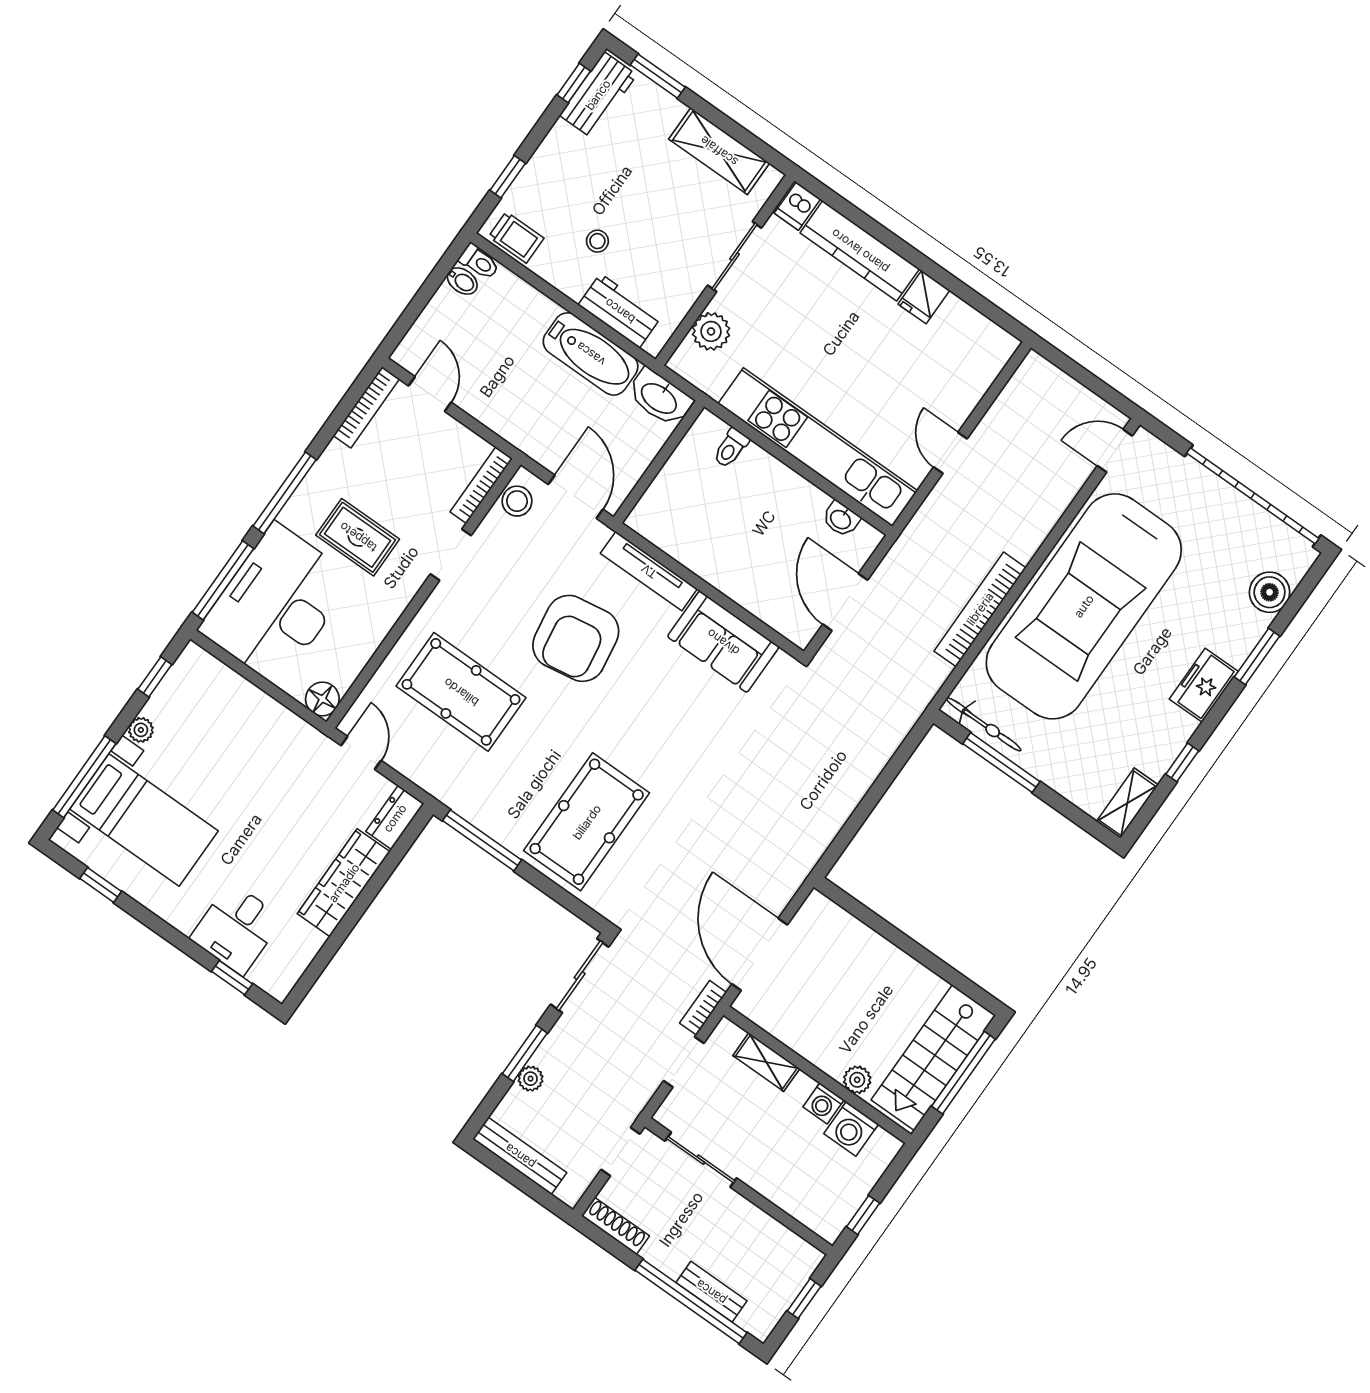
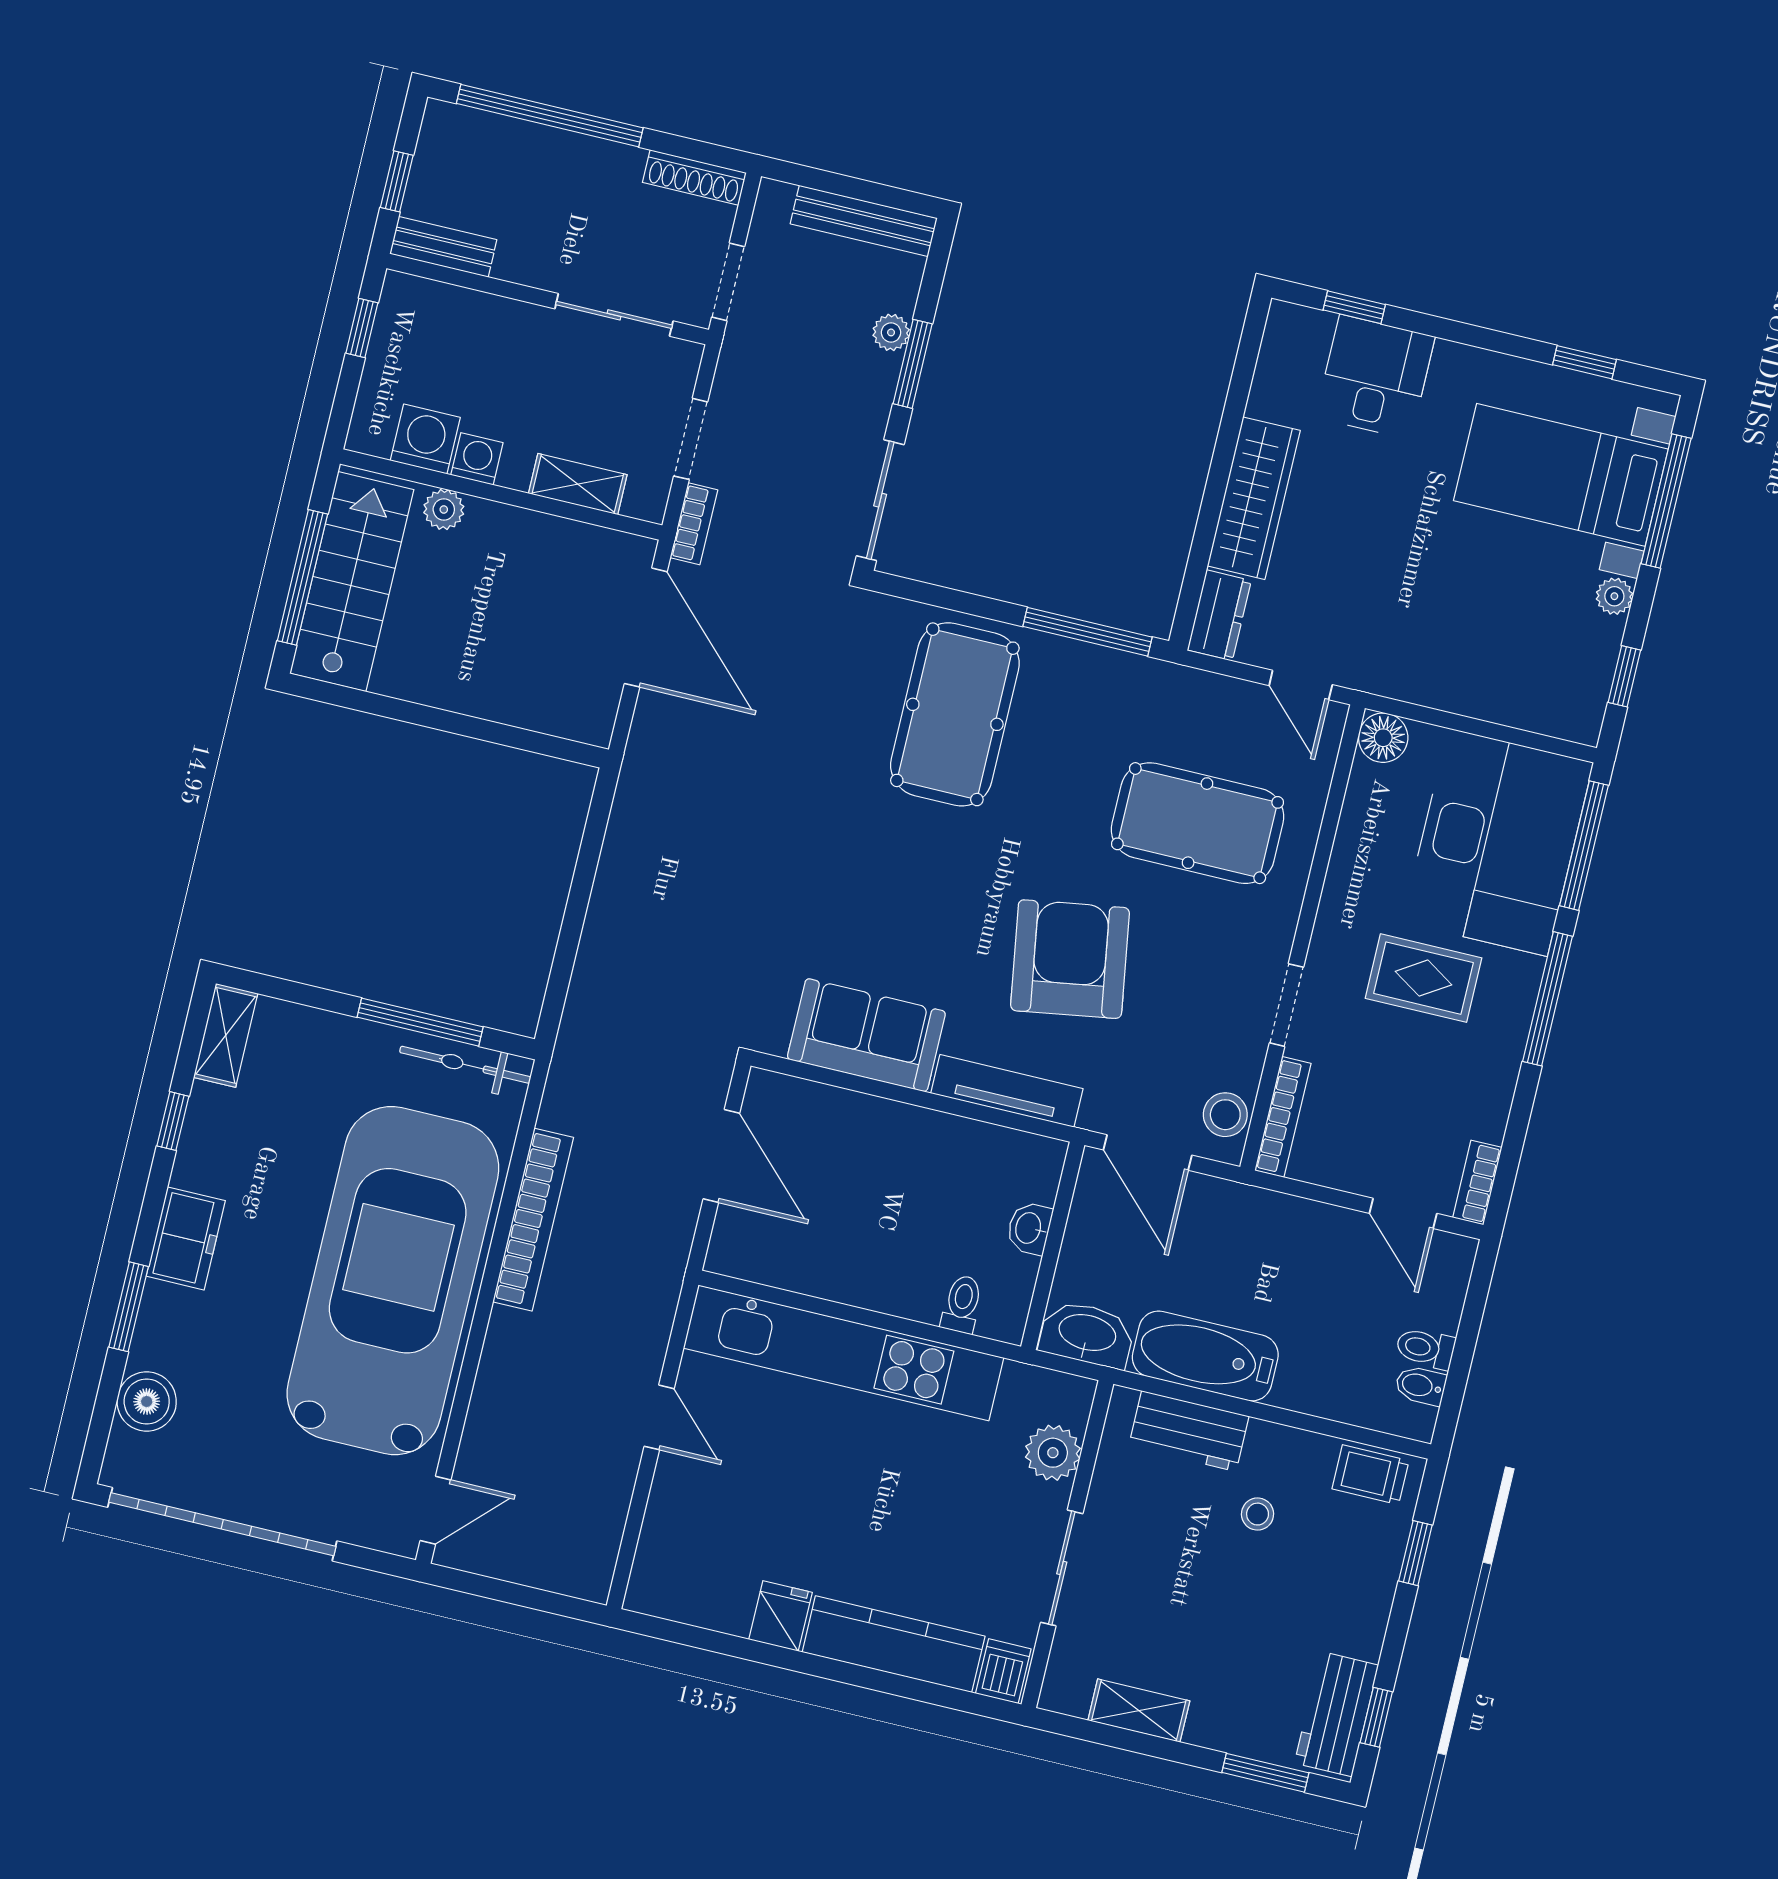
shelving: (719, 151) -> (1139, 1711), width x0.67, depth x0.75
toilet: (479, 262) -> (1425, 1348), moved
bookcase: (366, 407) -> (1477, 1183), width x0.64
washbasin: (841, 519) -> (1029, 1228), moved, turned -90
bench: (711, 1292) -> (443, 247), moved

